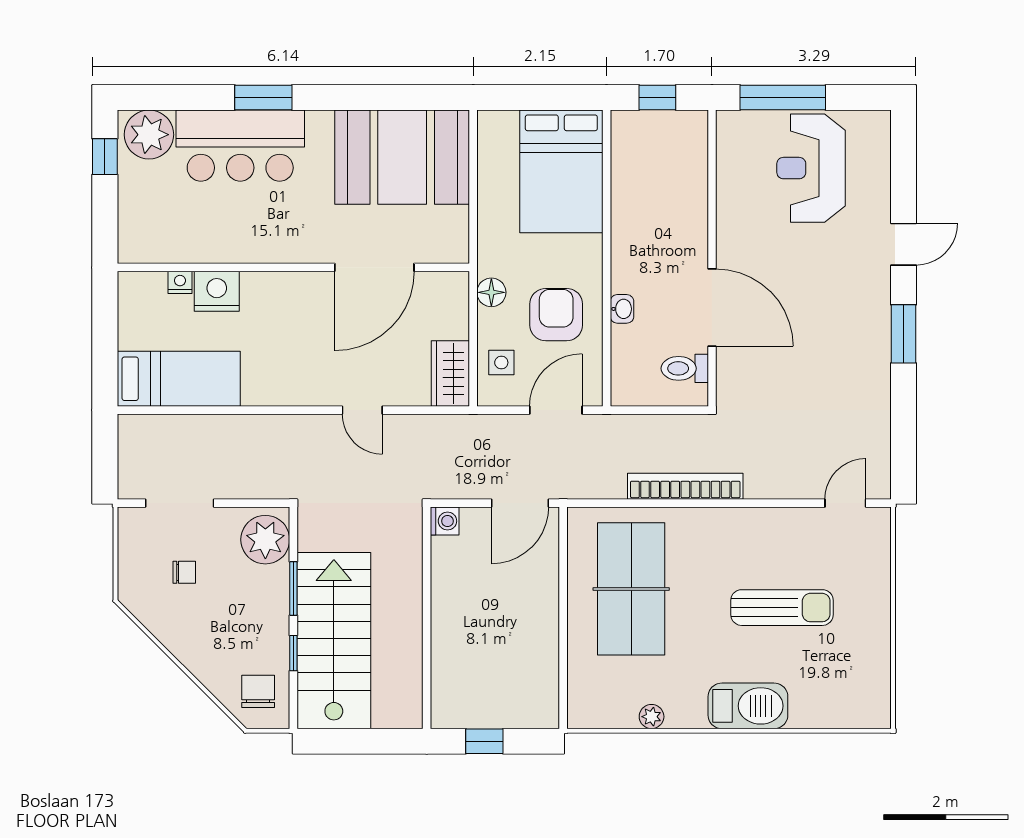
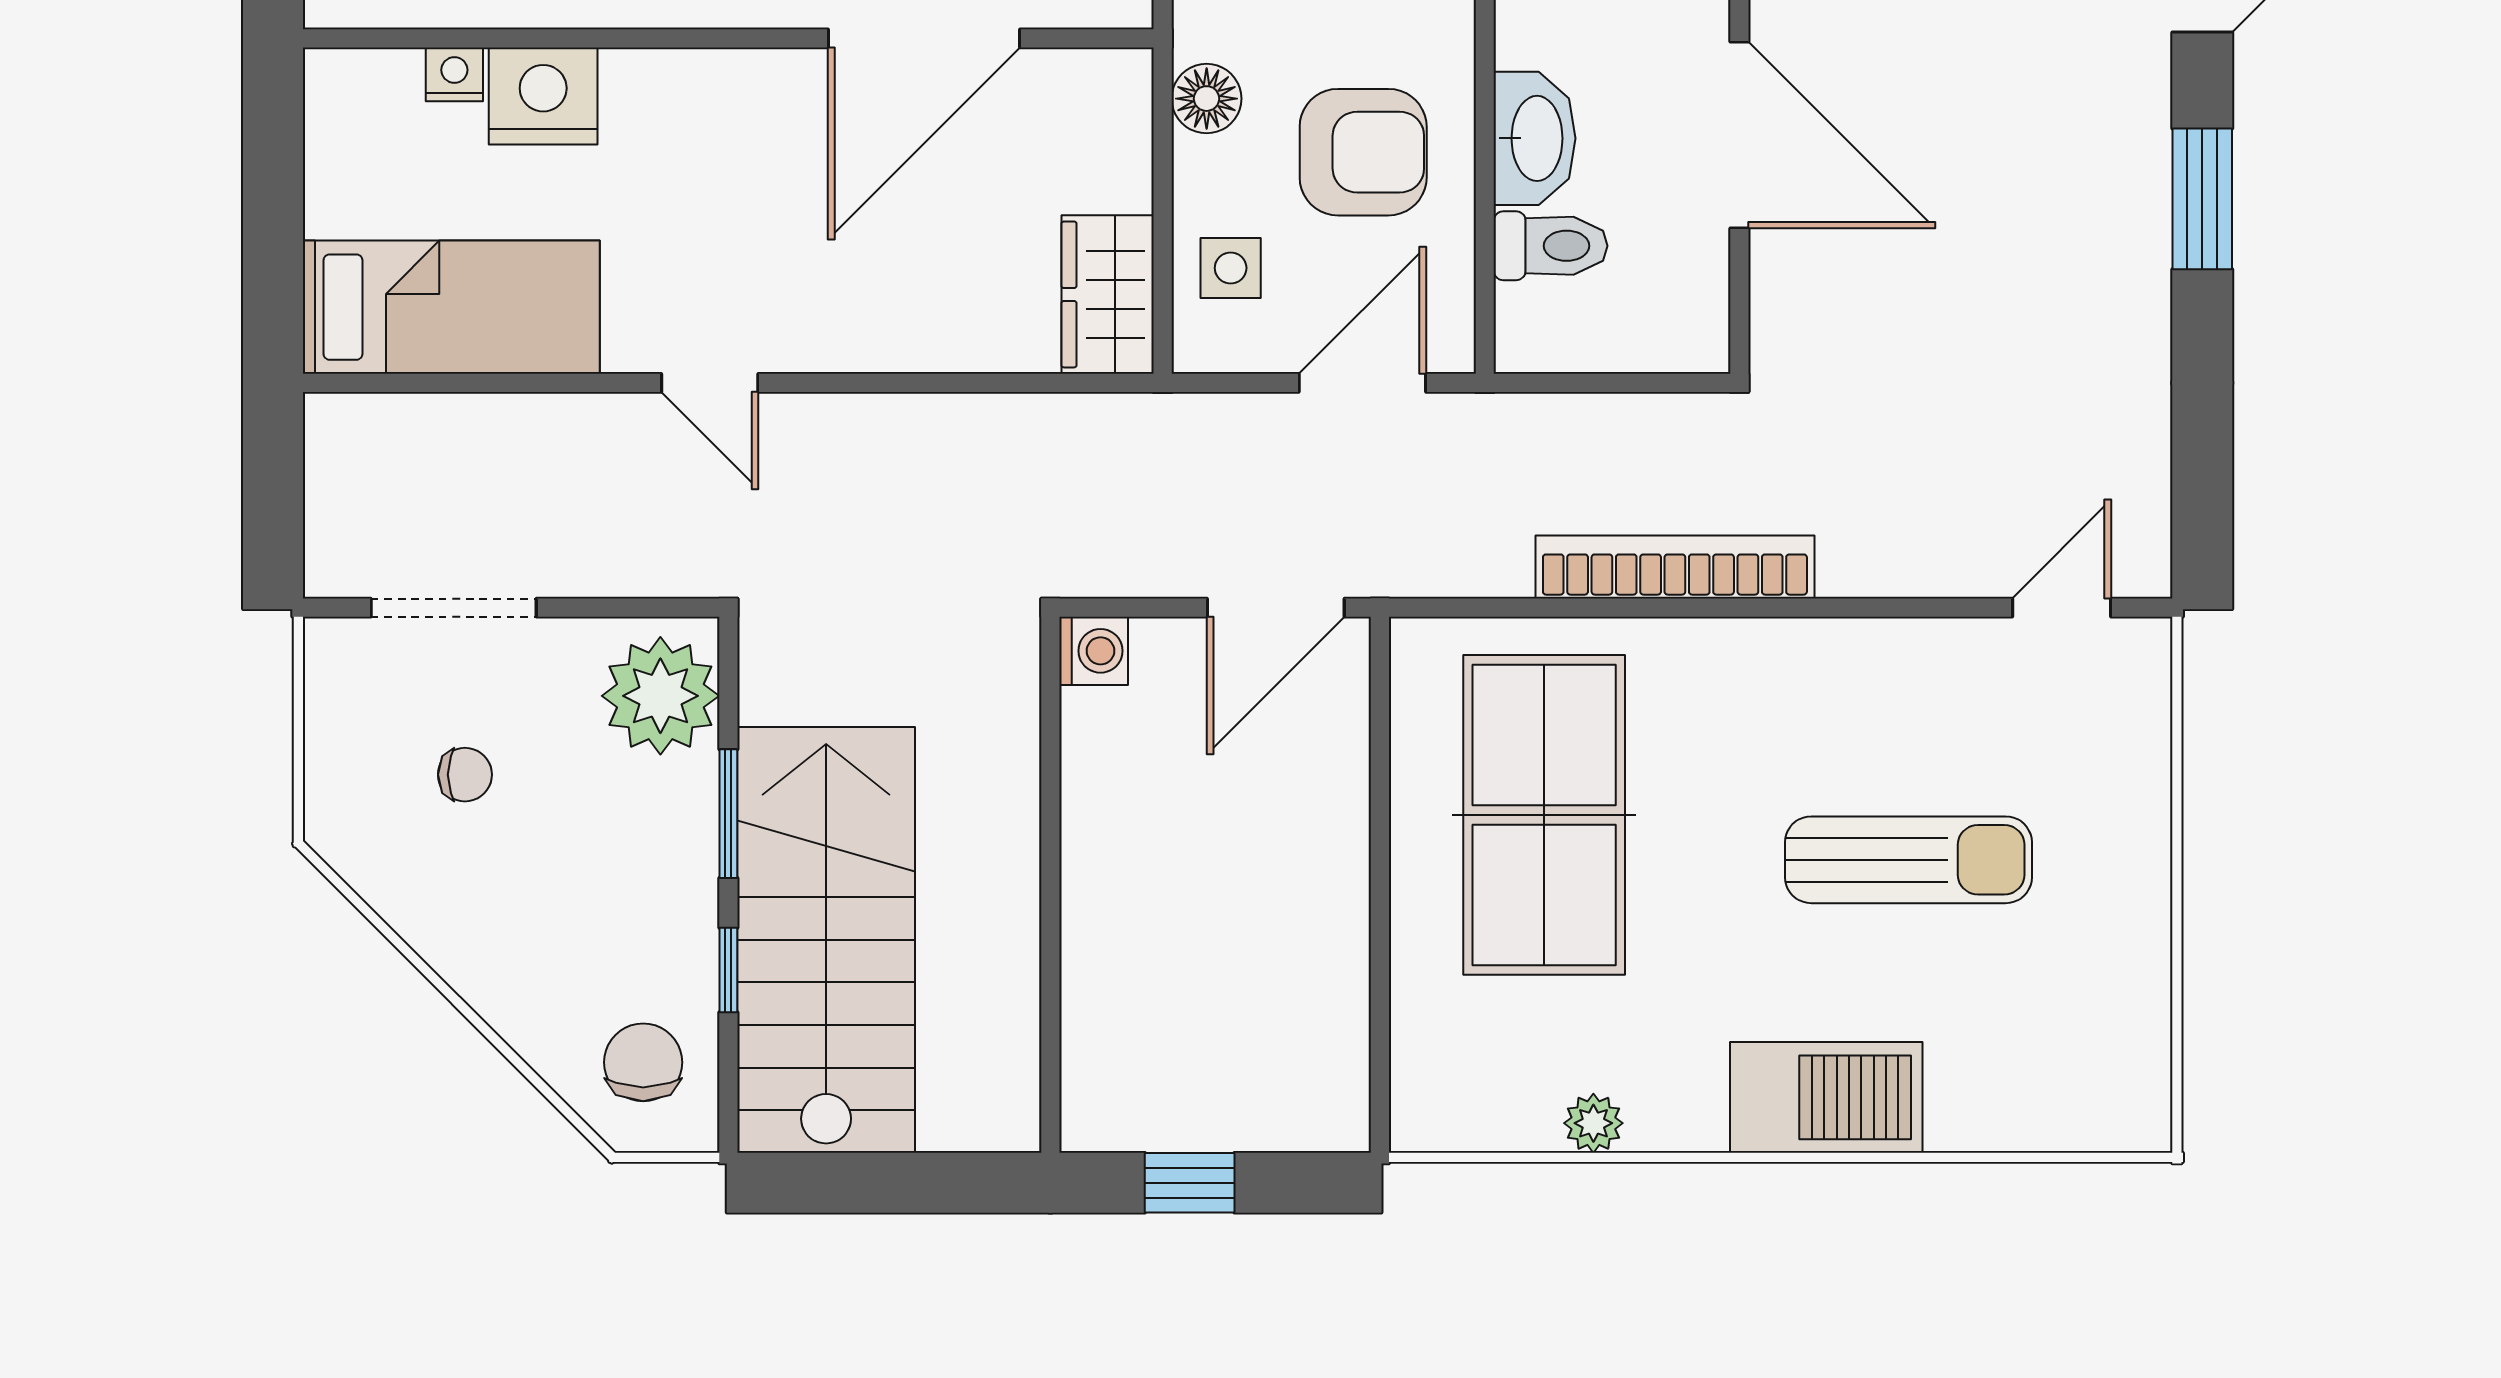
washbasin: (622, 309) -> (1535, 138), width x1.91, depth x1.45
armchair: (556, 315) -> (1363, 152), turned 90
toilet: (685, 368) -> (1551, 246), moved, turned 180
door: (362, 410) -> (710, 383), moved

